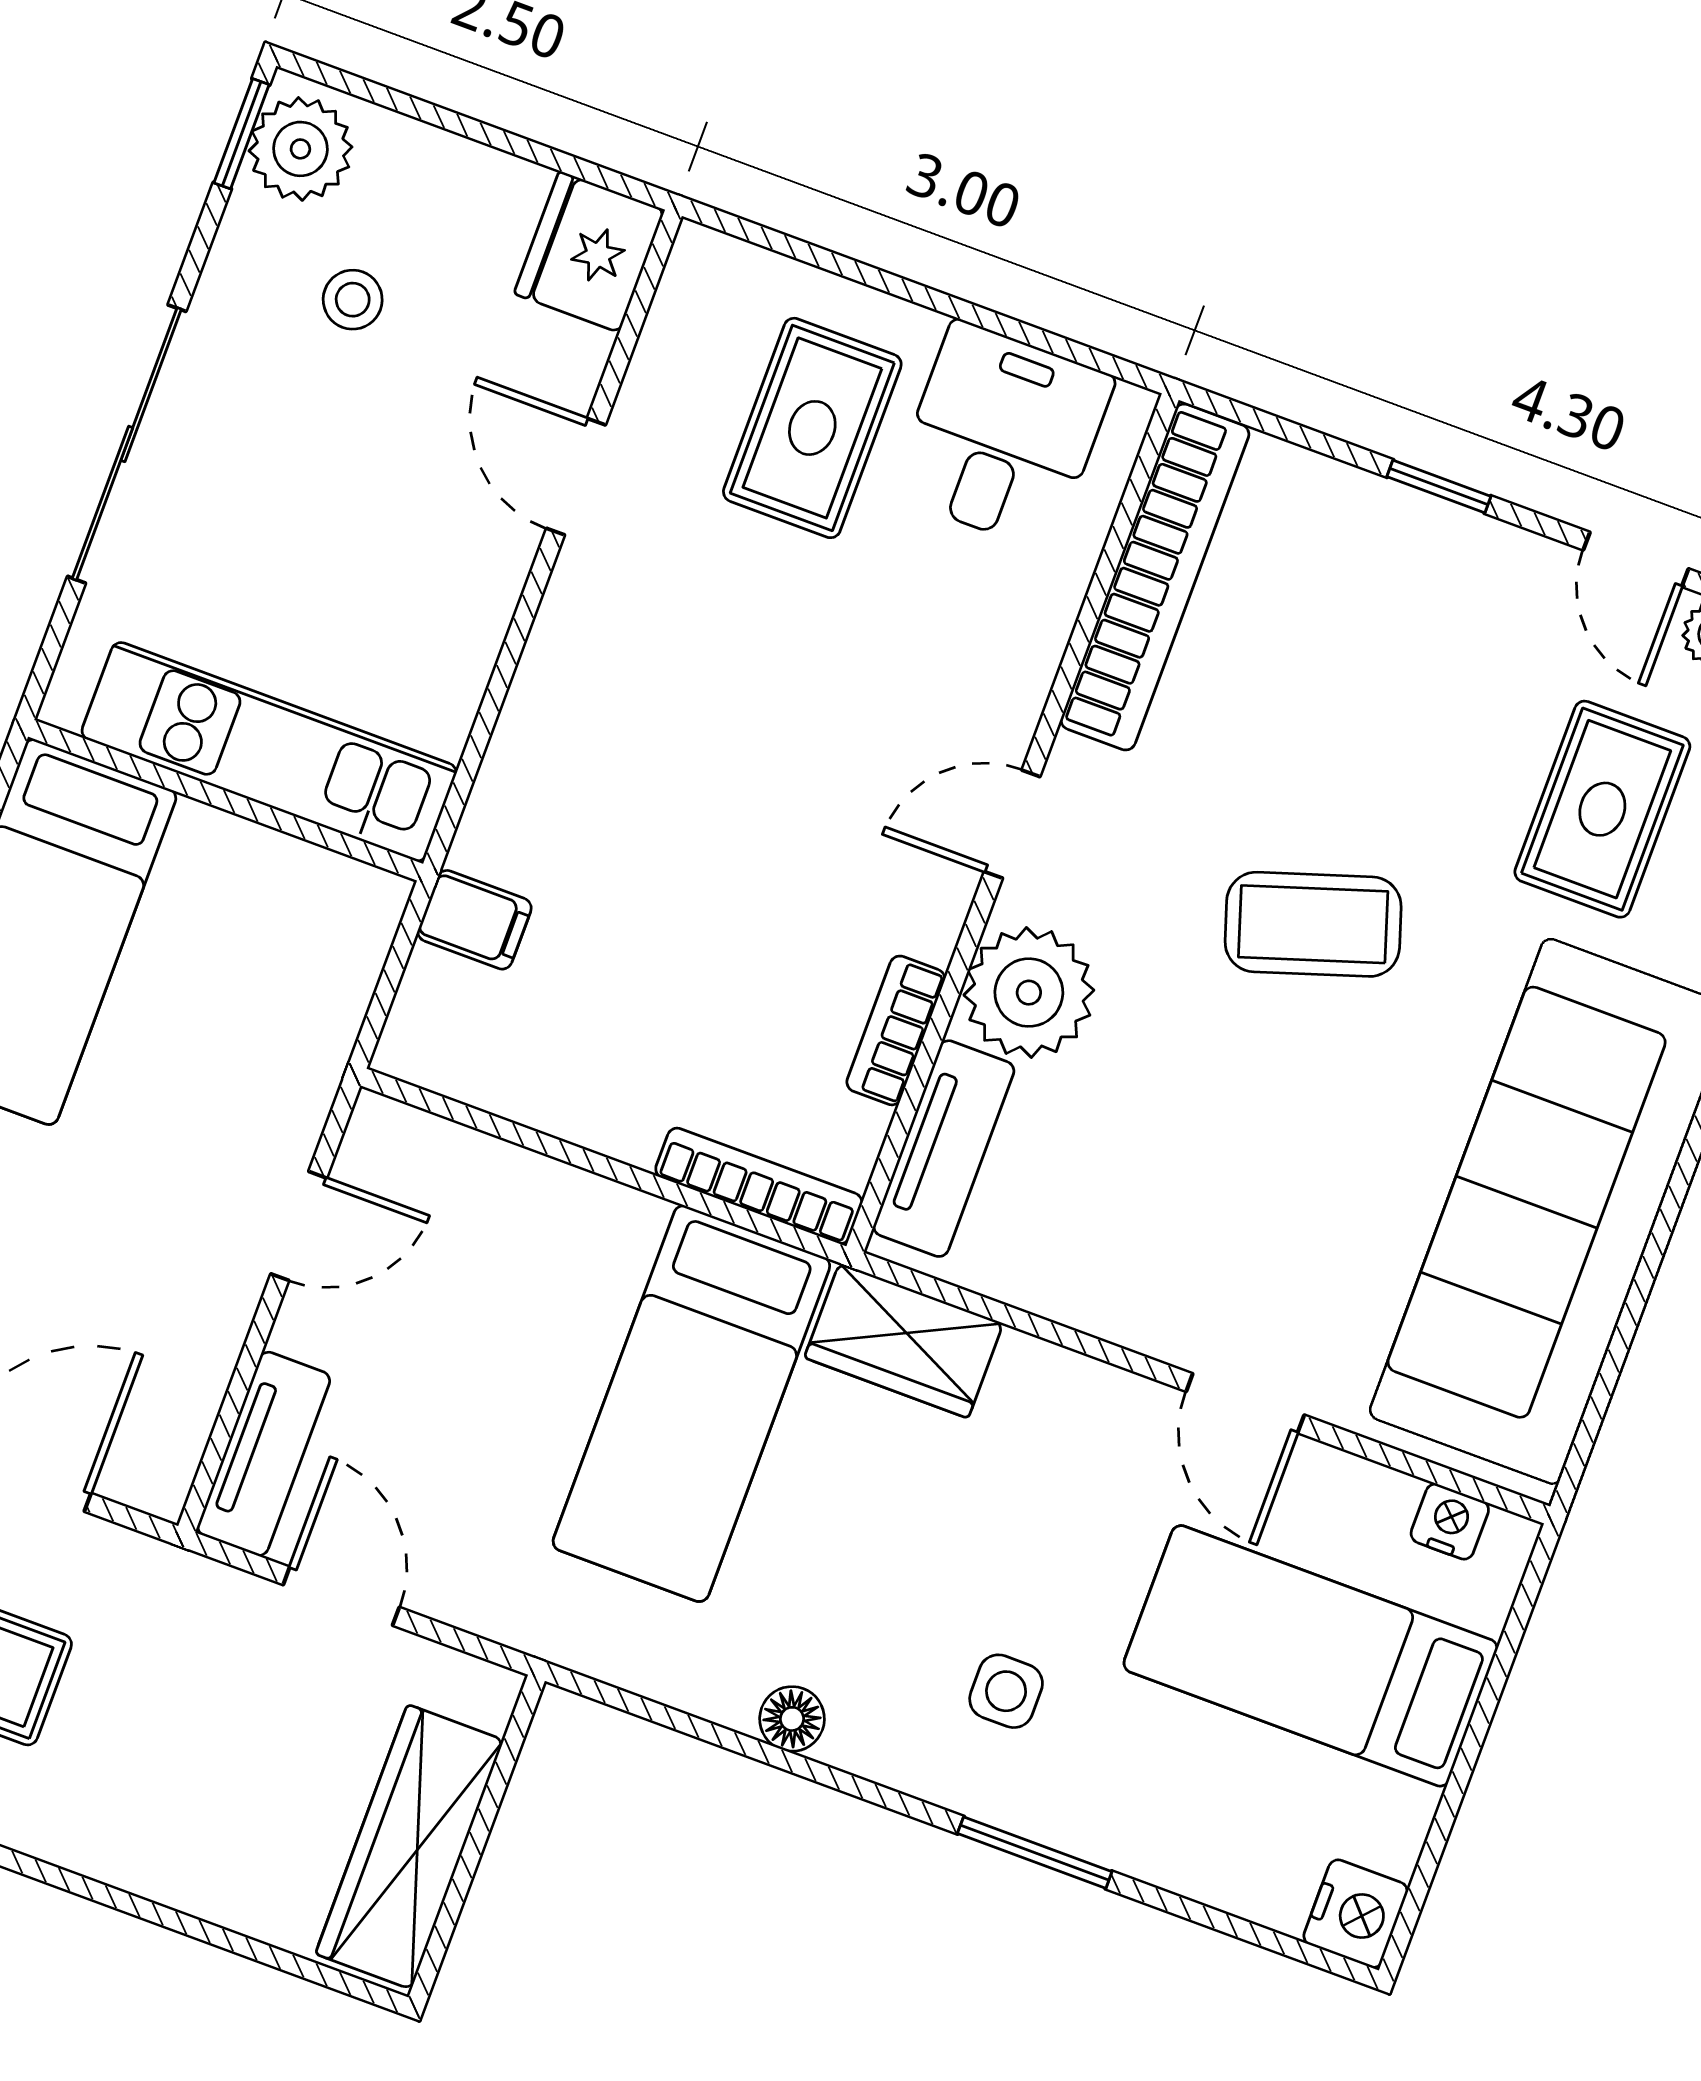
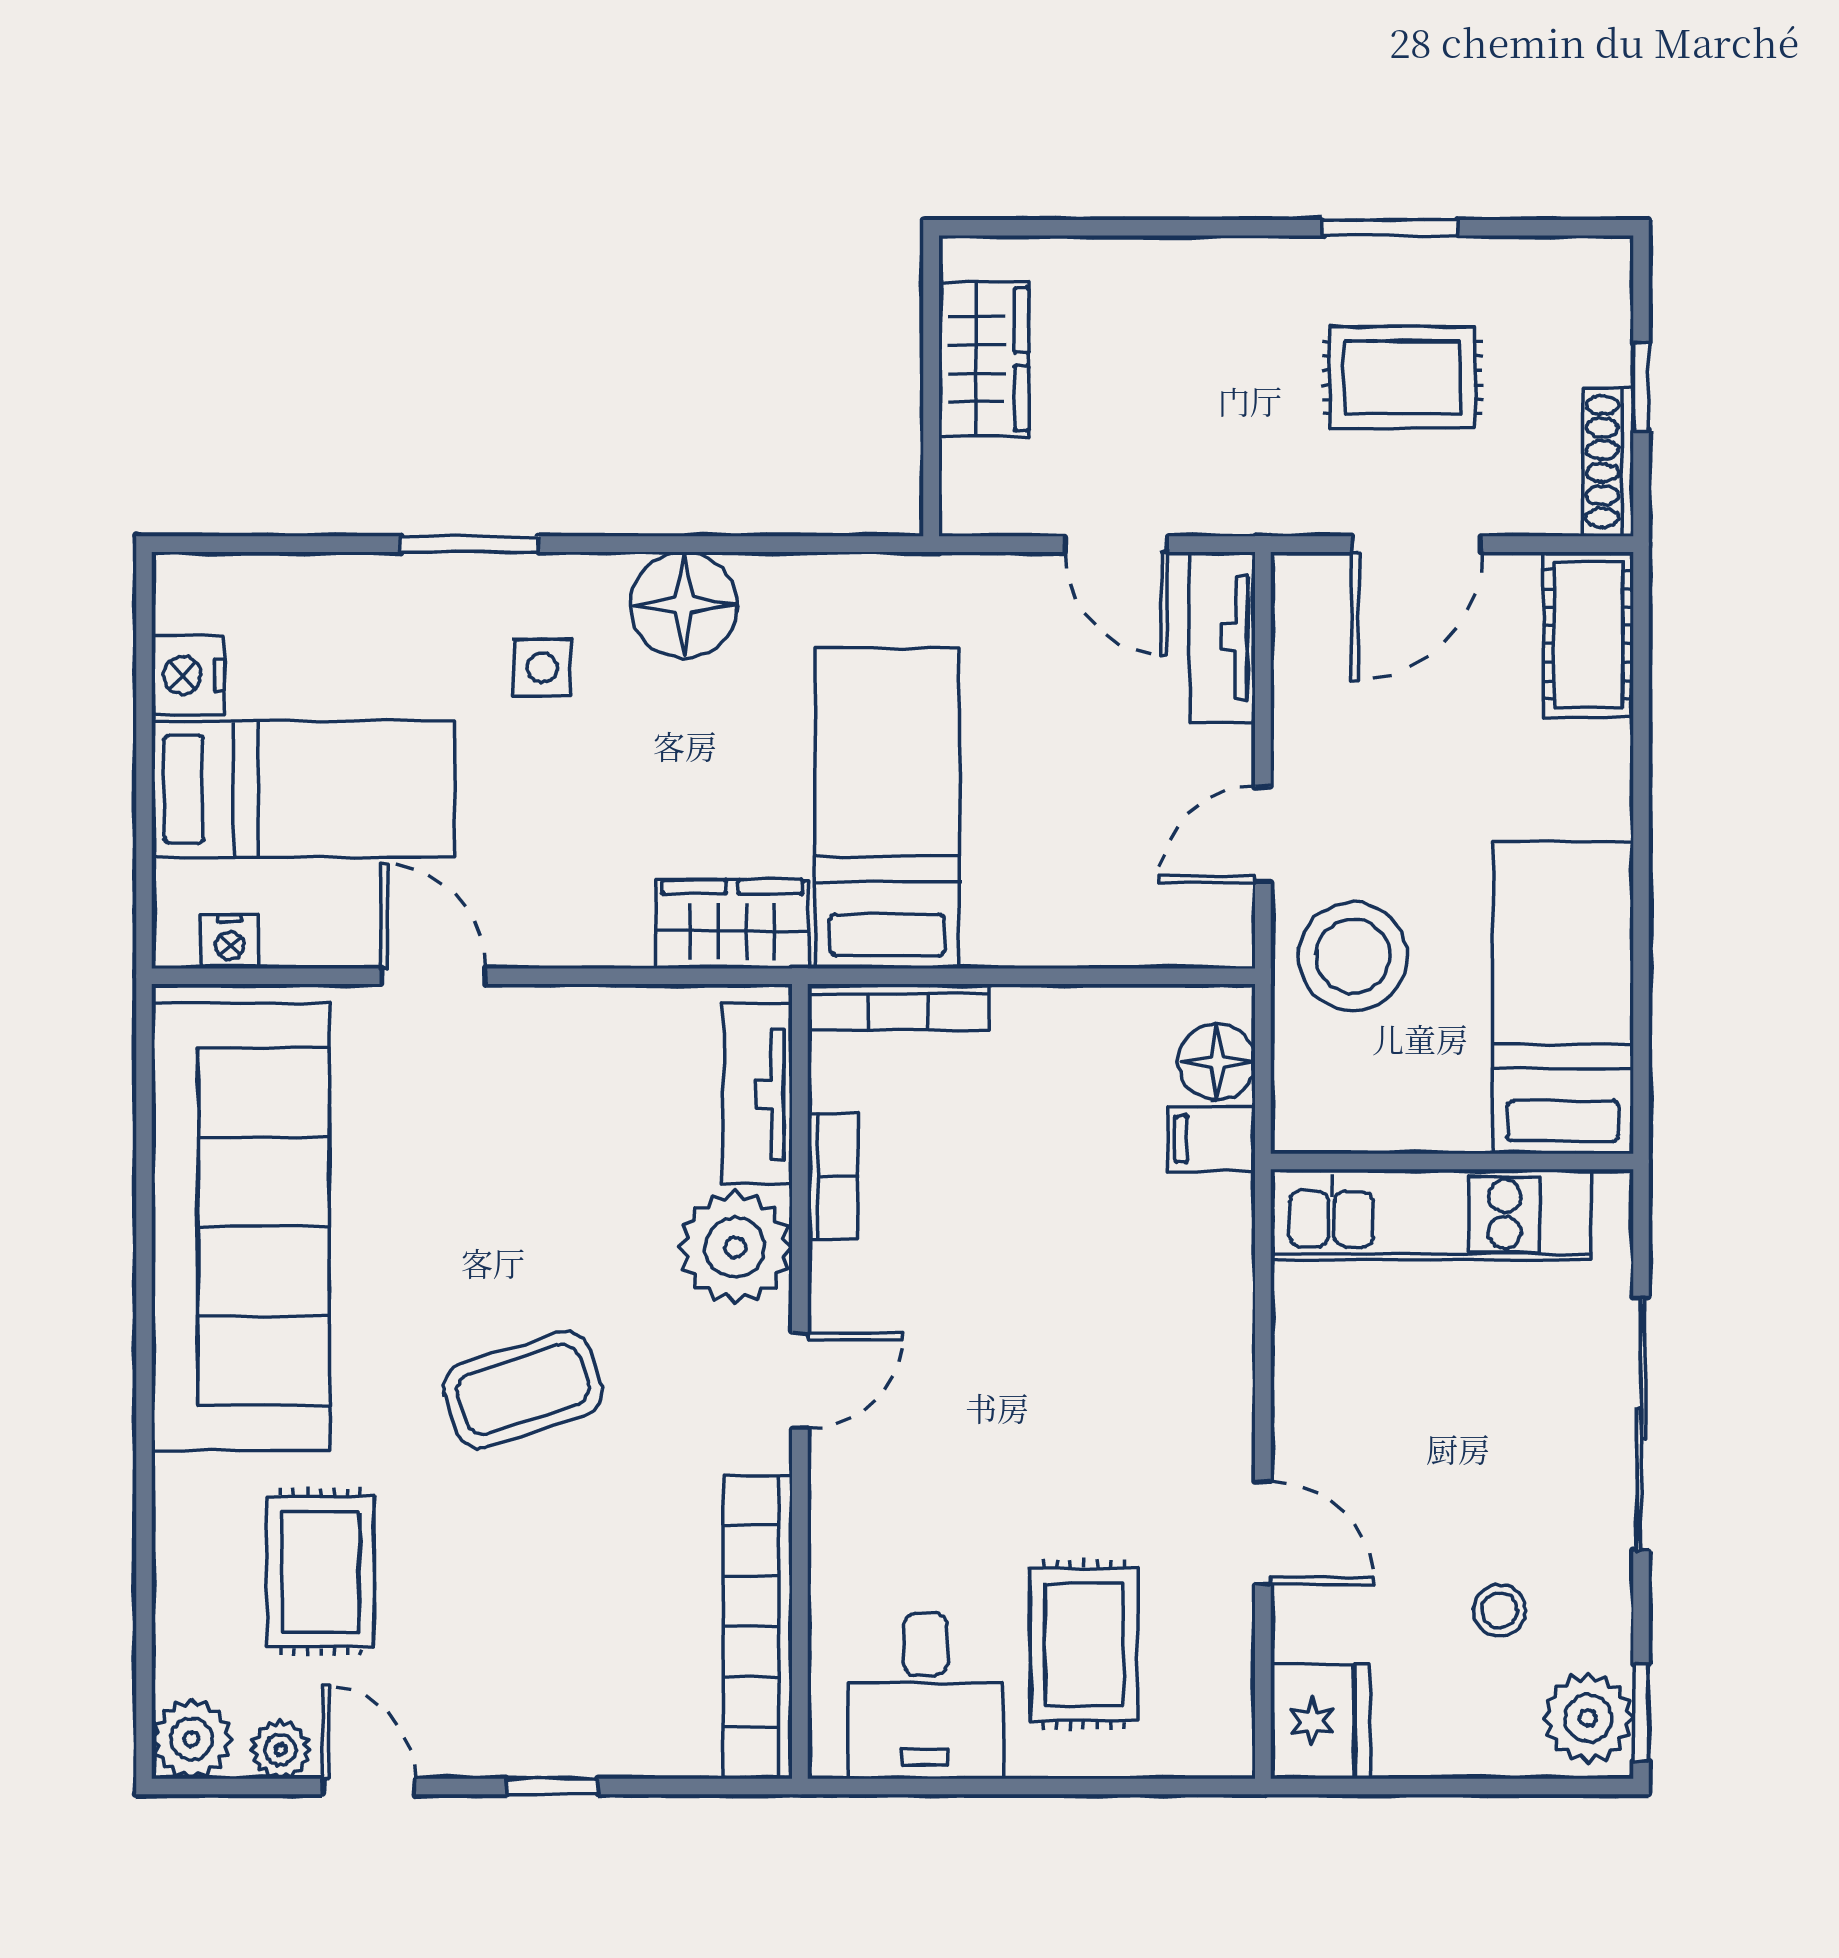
floor lamp: (438, 1000) -> (1217, 1062), added
stool: (250, 1060) -> (1353, 956), added
floor lamp: (792, 1719) -> (684, 605), width x1.89, depth x1.89
wardrobe: (410, 1847) -> (984, 359), width x0.67
nightstand: (1356, 1914) -> (188, 675), moved

